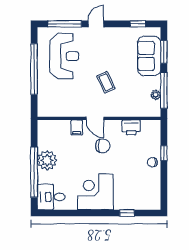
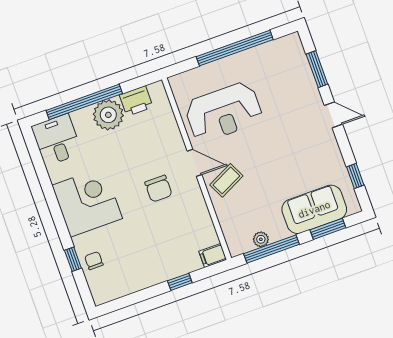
window: (65, 24) -> (317, 69), width x0.69
reception desk: (64, 56) -> (224, 112), moved
coffee table: (106, 82) -> (226, 180), moved
door: (95, 118) -> (194, 163), swing flipped
filing cabinet: (77, 127) -> (213, 255), moved
printer: (131, 127) -> (136, 101), moved, turned -90
chair: (152, 162) -> (94, 261), moved

